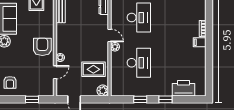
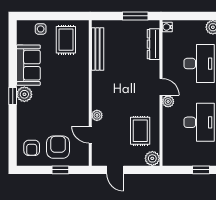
armchair: (42, 47) -> (58, 147), moved
rug: (93, 69) -> (140, 131), turned 90
door: (55, 72) -> (90, 135), swing flipped

